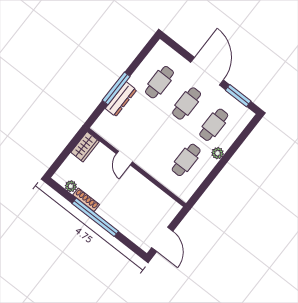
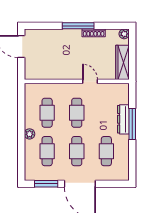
cafe table: (159, 139) -> (77, 113), added
wardrobe: (85, 147) -> (123, 62), width x1.50
plant: (71, 186) -> (124, 34), moved
window: (95, 217) -> (78, 26), width x0.68

